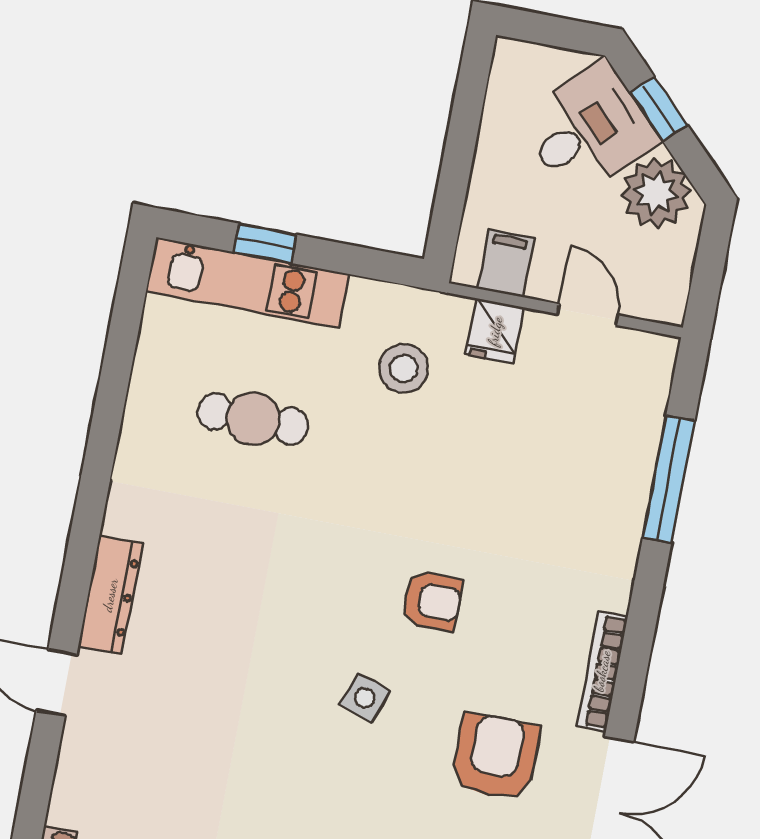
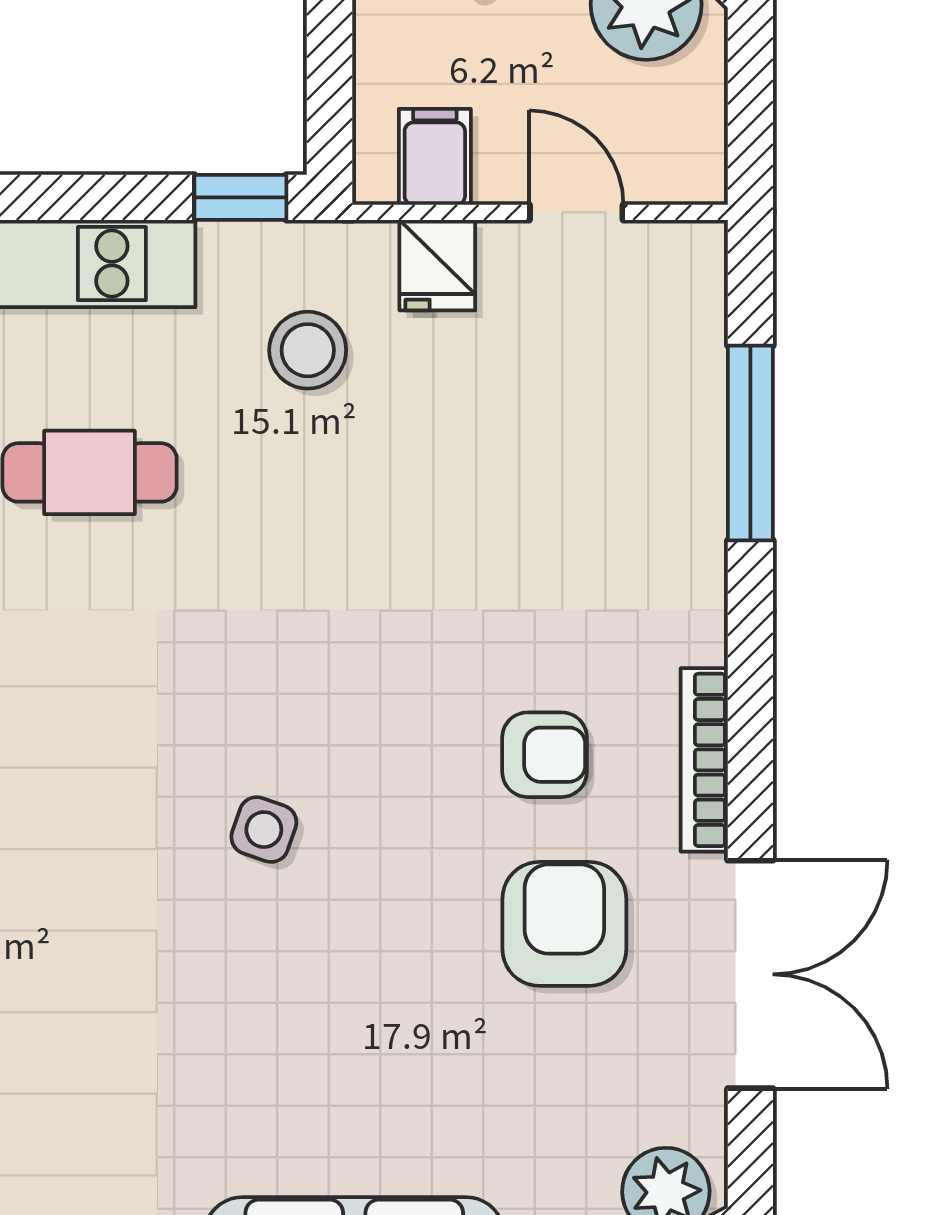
window: (265, 243) -> (240, 197), moved
armchair: (432, 601) -> (545, 755), moved
side table: (365, 698) -> (264, 830), moved

